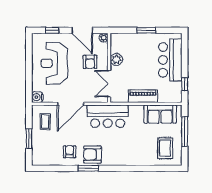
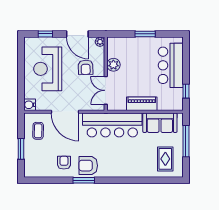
door: (71, 104) -> (65, 112), hinge flipped
bar counter: (108, 116) -> (112, 125), width x1.36

